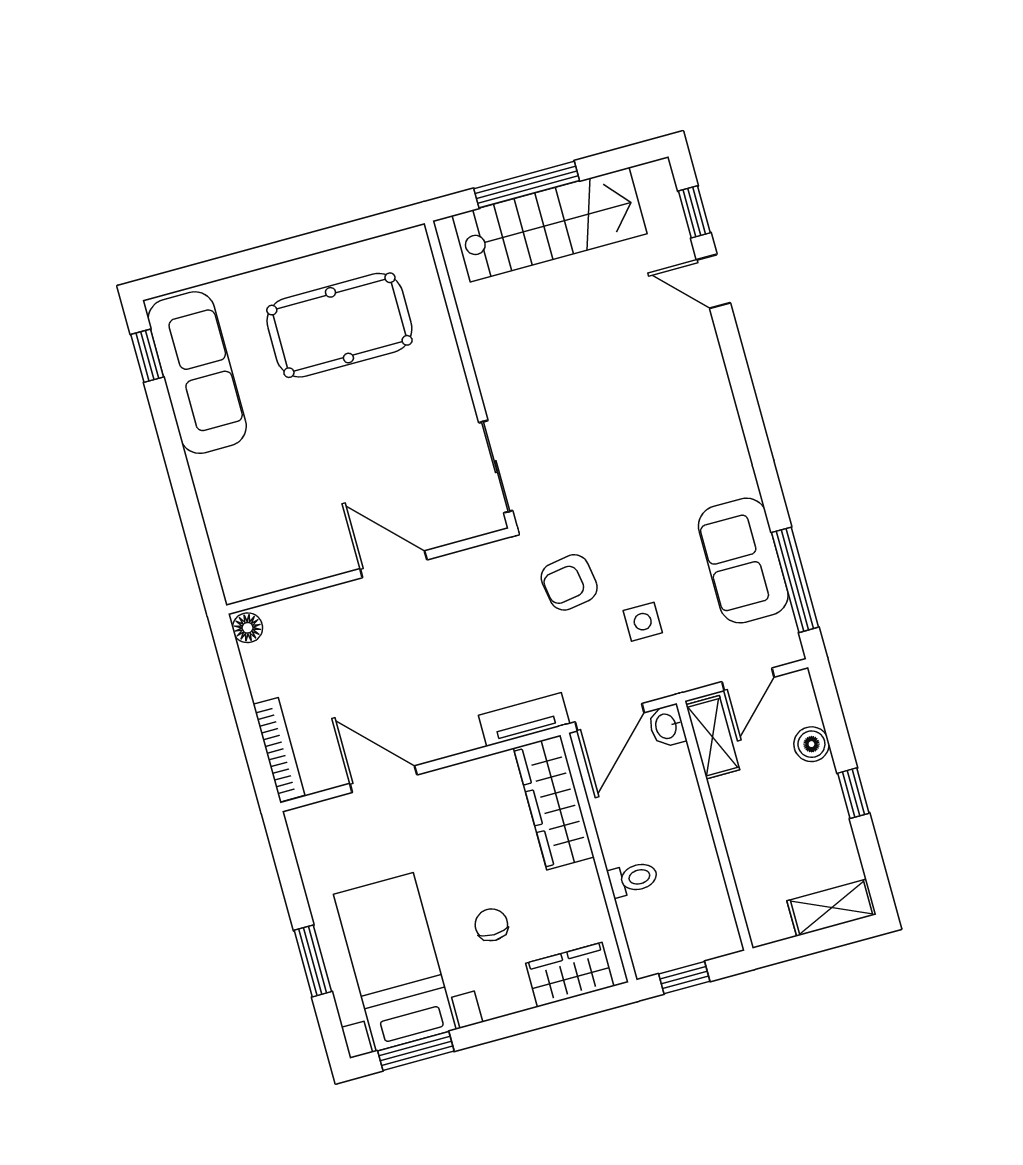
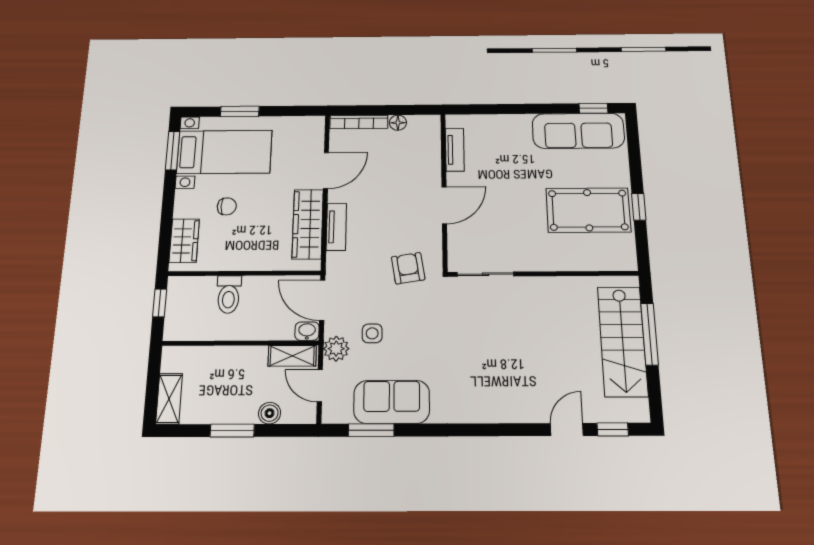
window: (311, 243) -> (639, 207), added
pool table: (339, 325) -> (588, 210), turned 90
tv unit: (288, 573) -> (455, 150), added
window: (795, 580) -> (371, 430), width x0.69
armchair: (569, 582) -> (408, 268), moved
floor lamp: (248, 628) -> (398, 123), moved
plant: (683, 671) -> (336, 349), added
tv unit: (524, 720) -> (336, 227), moved
window: (853, 793) -> (232, 431), width x1.50
wardrobe: (554, 802) -> (308, 224), moved, turned -90
toilet: (633, 879) -> (229, 294), width x1.37, depth x1.39

